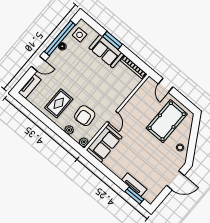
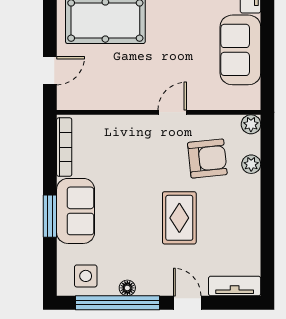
rug: (59, 103) -> (179, 218), moved, turned 90
sofa: (104, 144) -> (240, 50), moved, turned -90

